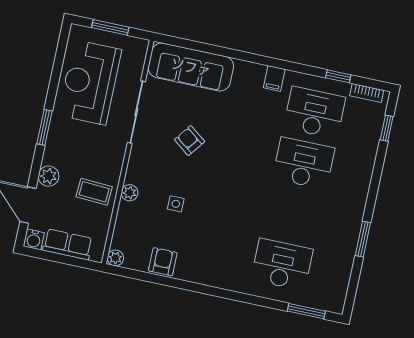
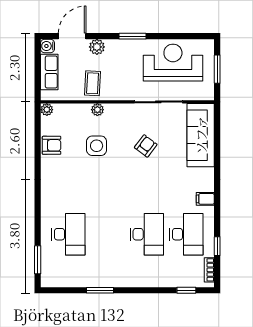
side table: (176, 204) -> (97, 146), width x1.87, depth x1.87

